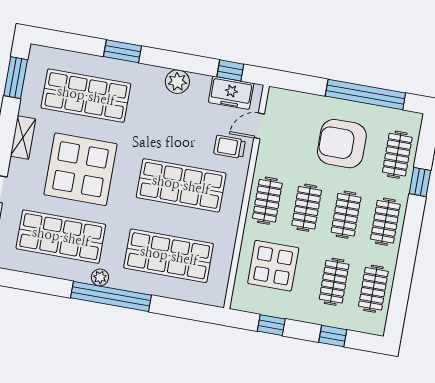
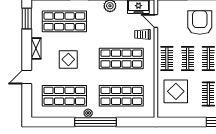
door: (259, 126) -> (156, 21), hinge flipped
armchair: (342, 144) -> (200, 23), turned 90
display table: (81, 169) -> (68, 59), width x0.54, depth x0.54
window: (271, 325) -> (180, 122), removed

